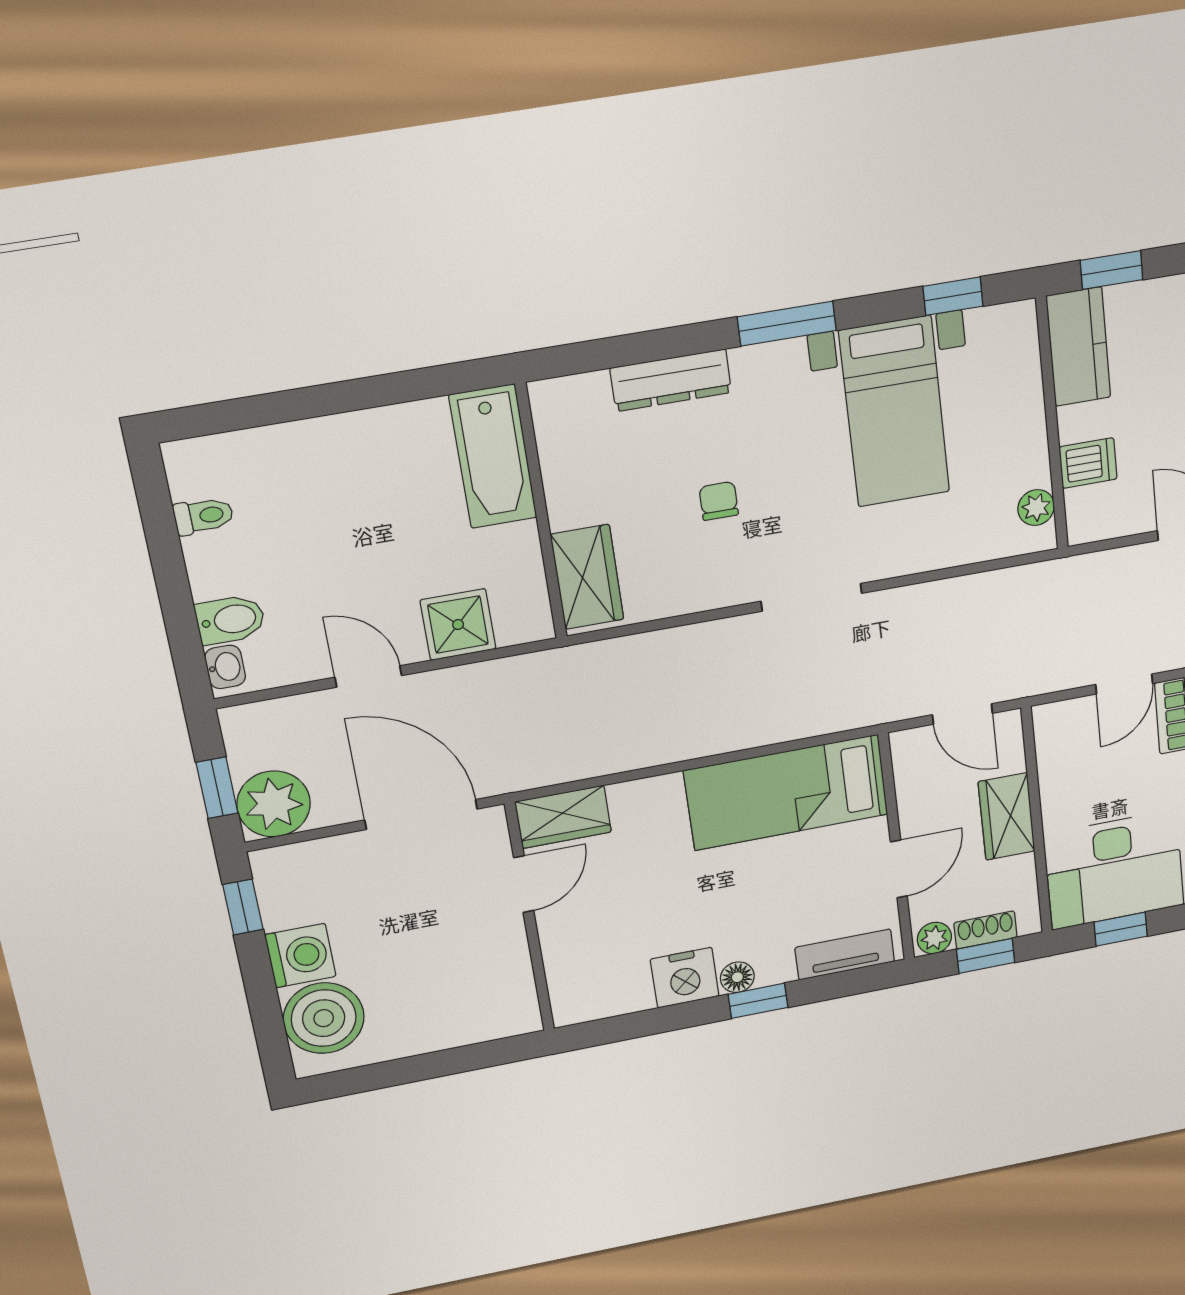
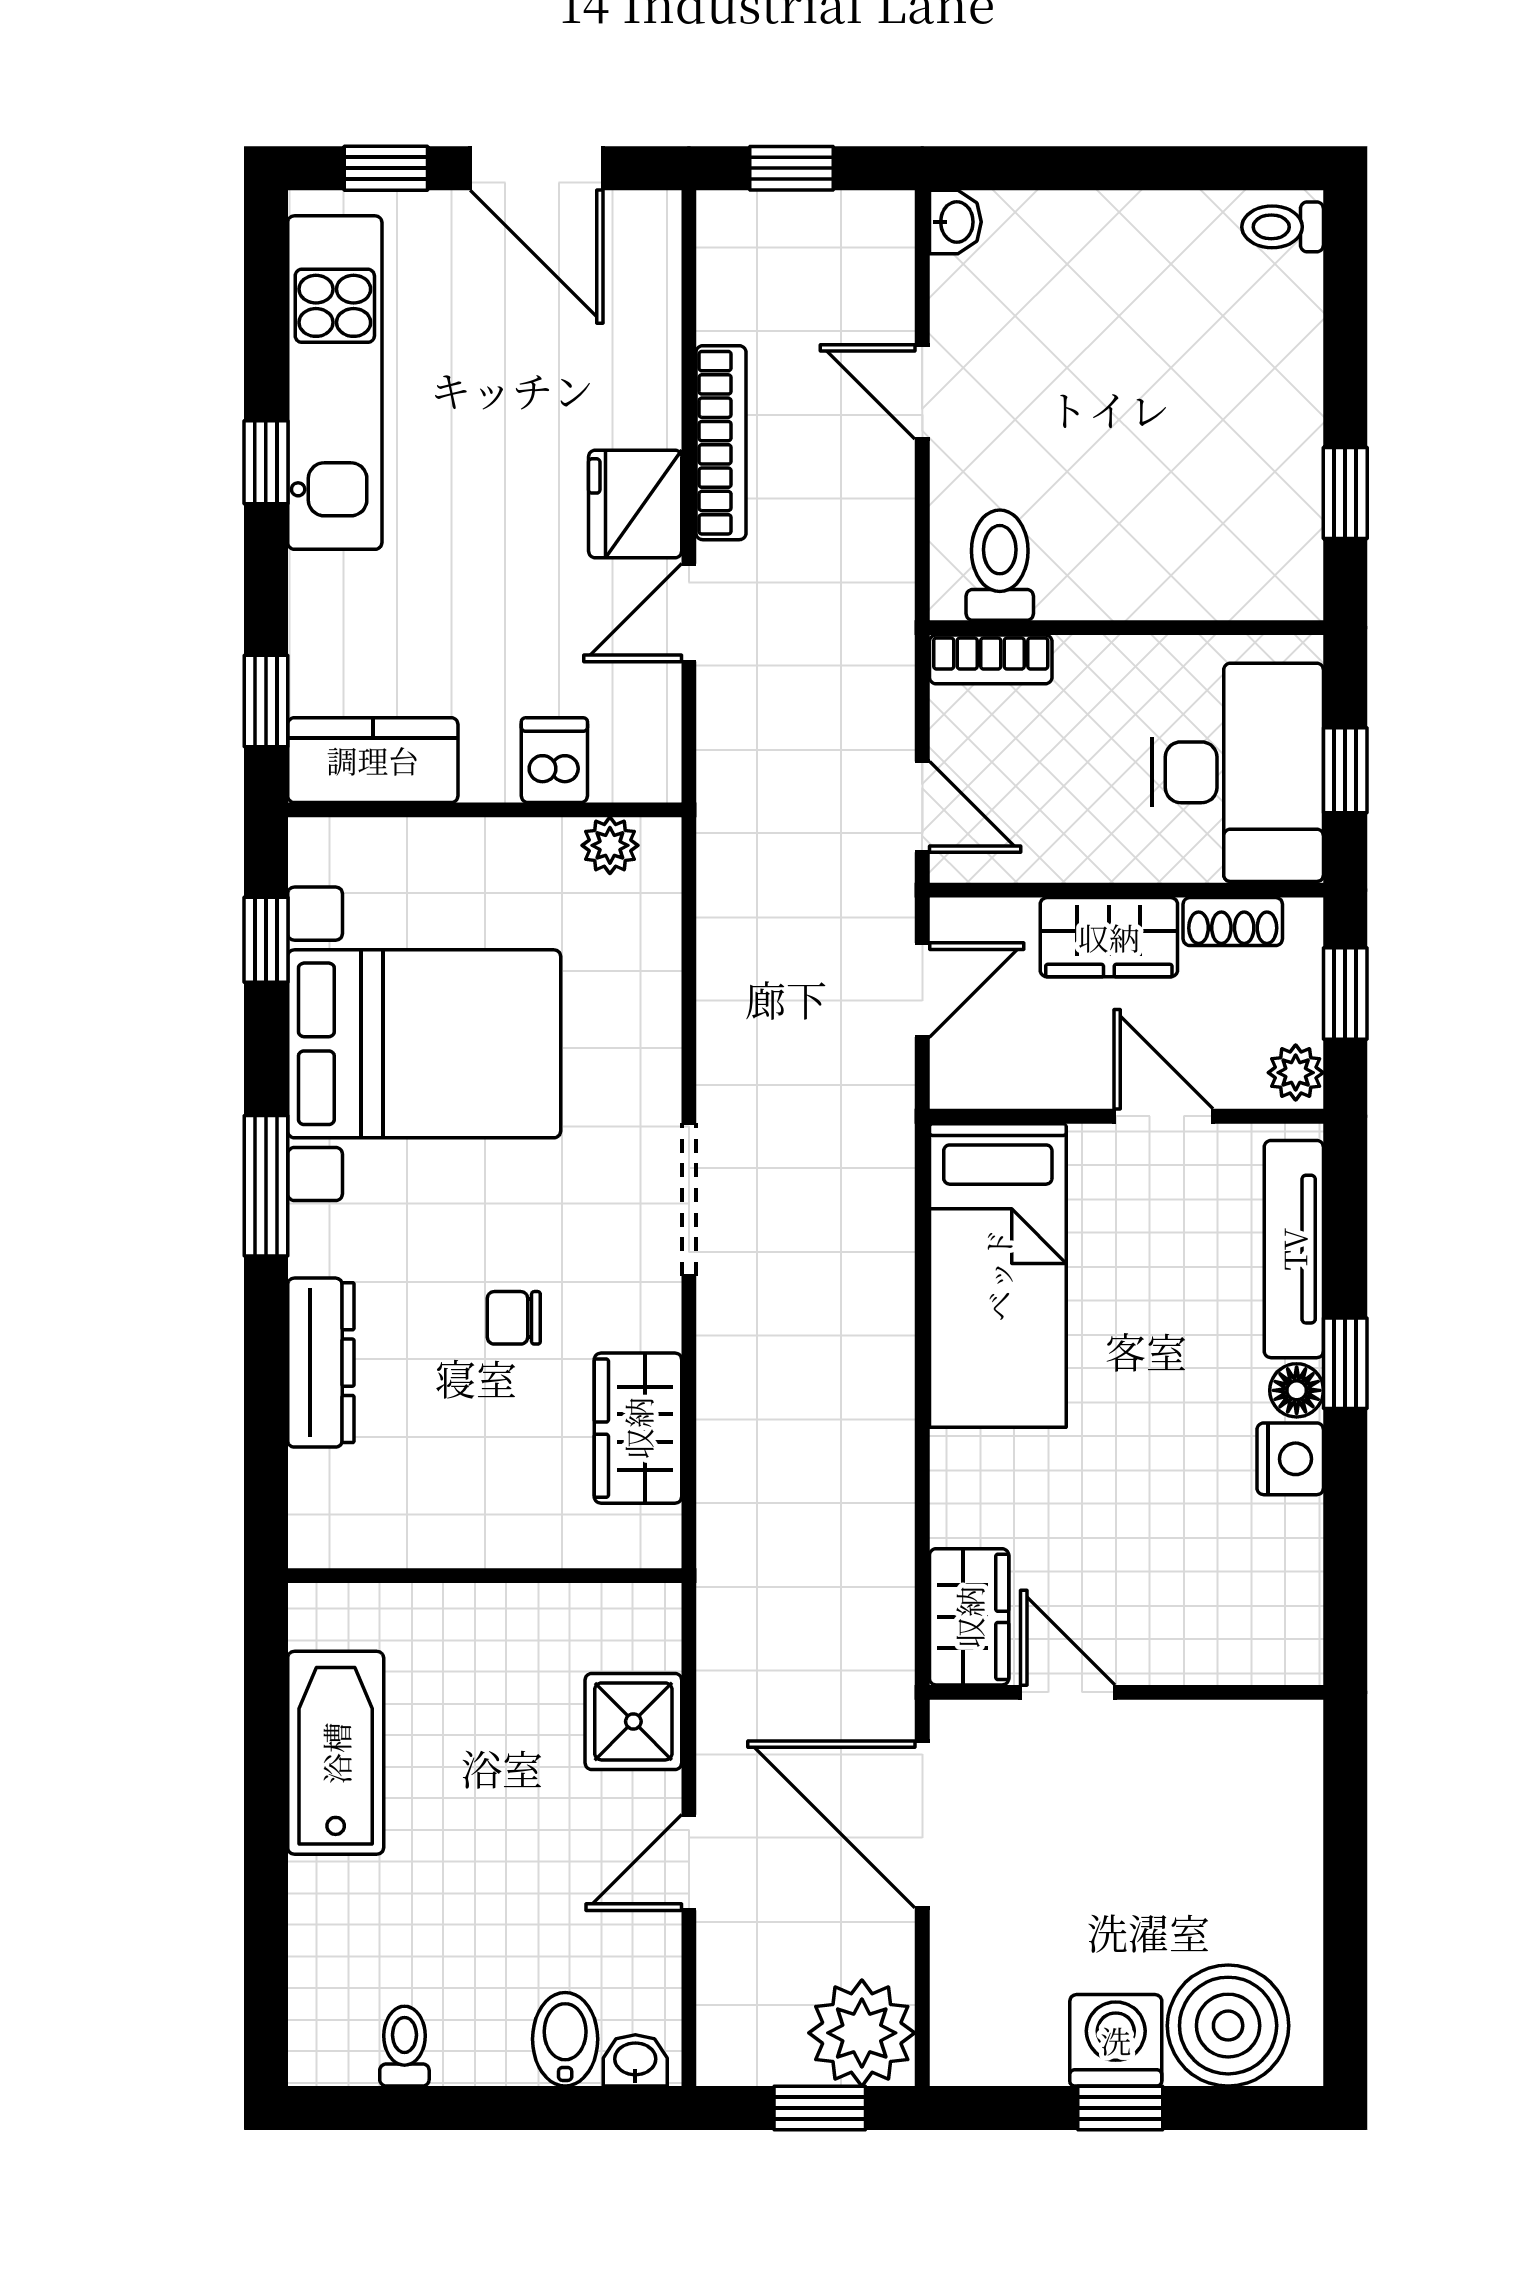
bed with nightstands: (894, 412) -> (424, 1044), width x1.36
bathtub: (493, 457) -> (336, 1753), moved, turned -90
wardrobe: (587, 577) -> (638, 1428), moved, turned -90
door: (1124, 684) -> (922, 807), moved
door: (421, 814) -> (922, 1824), hinge flipped
window: (243, 907) -> (1120, 2108), moved
shoe rack: (985, 930) -> (1233, 922), moved, turned -90
tv unit: (845, 955) -> (1294, 1249), width x1.41
nightstand: (685, 978) -> (1290, 1459), width x0.74, depth x0.75

